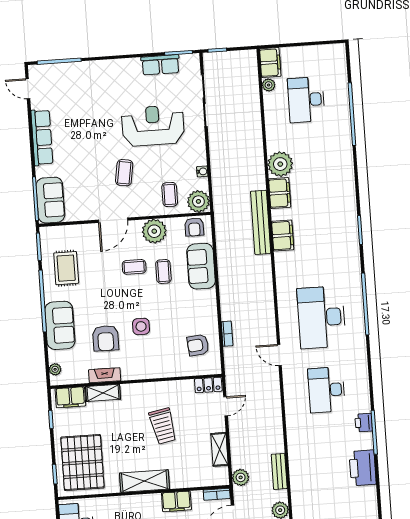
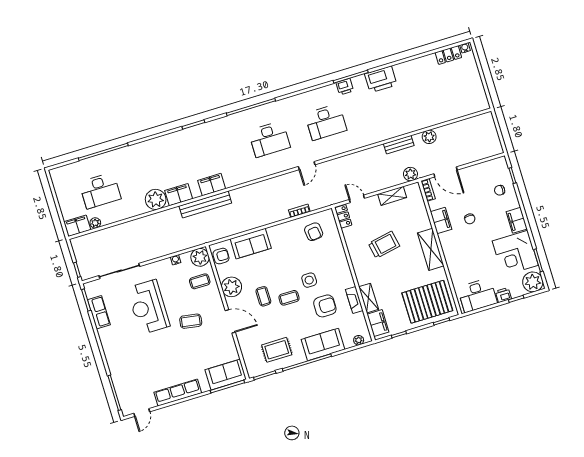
coffee table: (163, 271) -> (289, 298), moved
desk: (321, 317) -> (269, 139), width x0.73, depth x0.77

